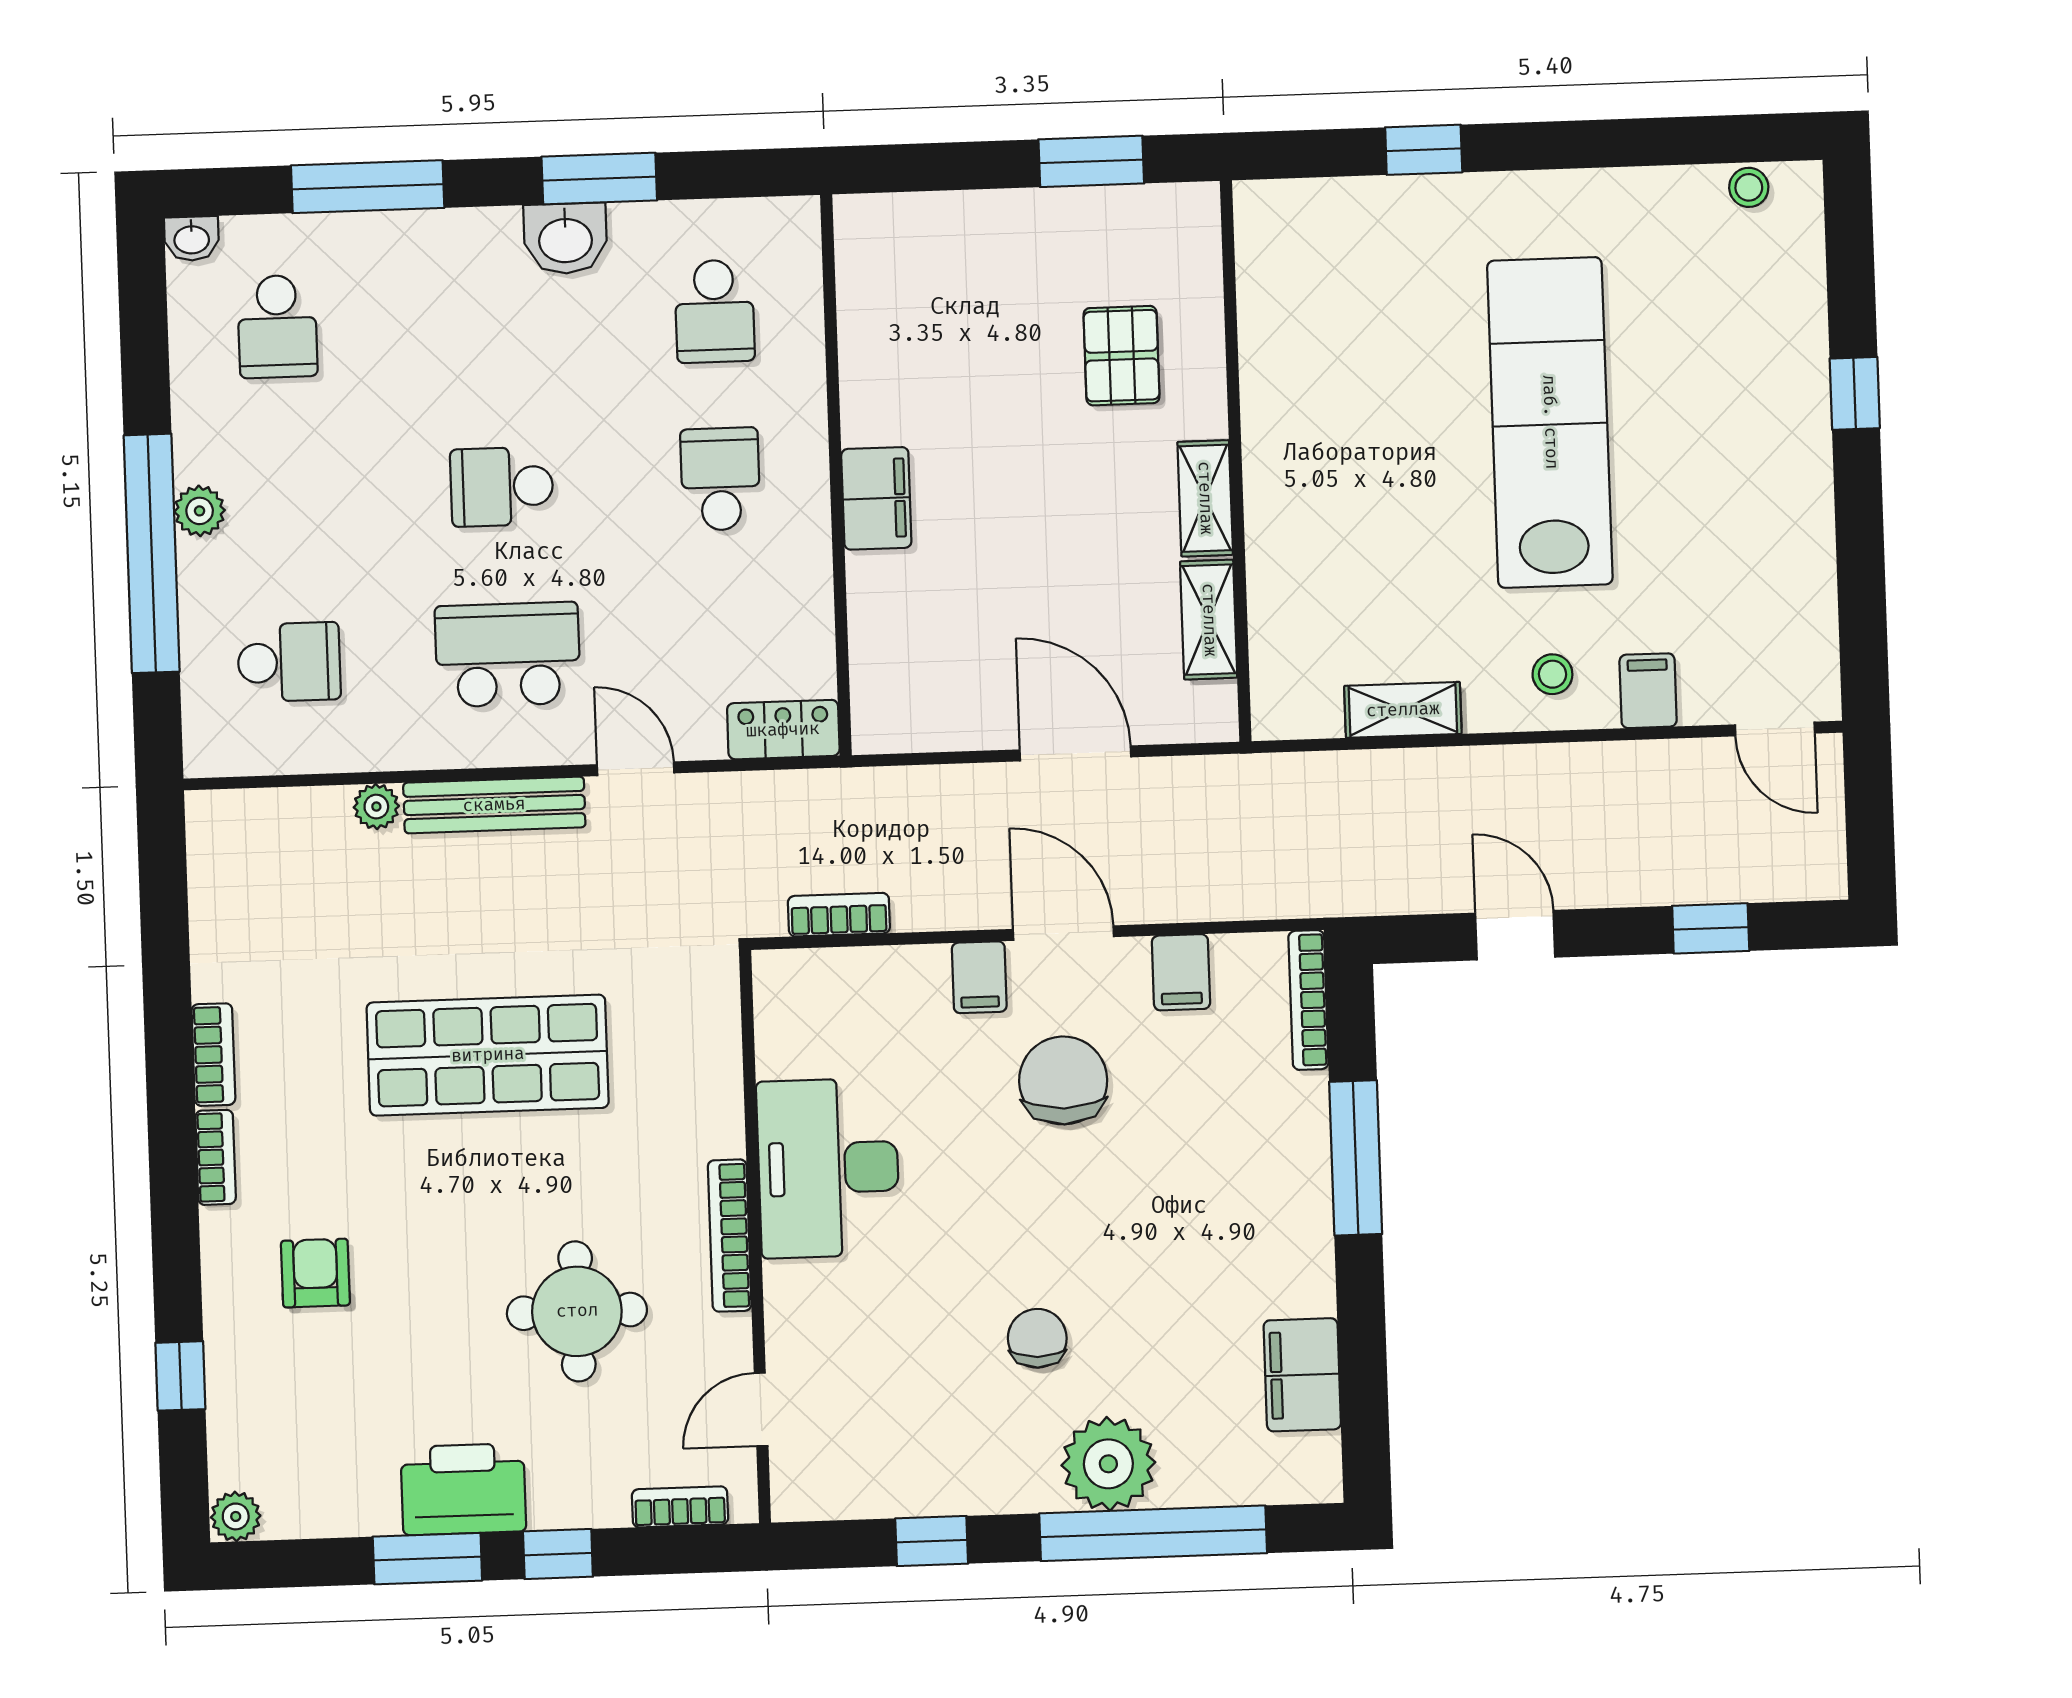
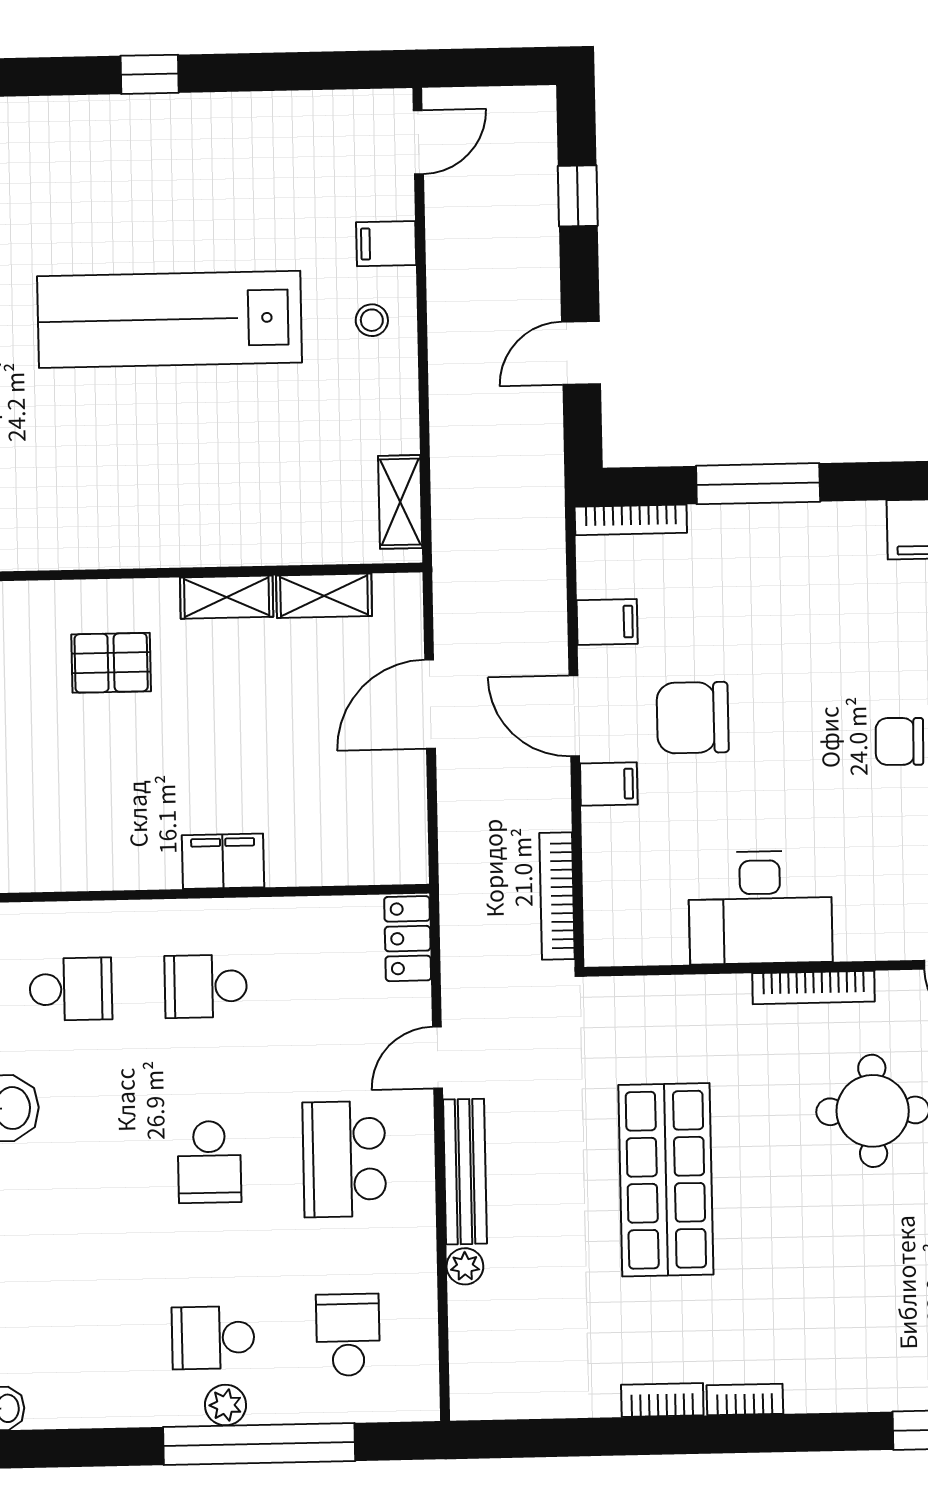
school desk: (277, 326) -> (213, 1338), moved, turned 180
shelving: (1403, 710) -> (400, 502), moved
bookcase: (839, 915) -> (557, 896), width x1.56
door: (1063, 933) -> (574, 716), hinge flipped
armchair: (315, 1273) -> (839, 1321), removed

